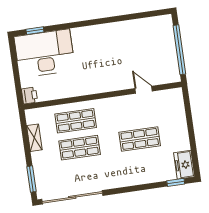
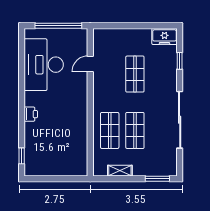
desk: (45, 53) -> (44, 65), moved
printer: (29, 95) -> (31, 114), moved, turned 90
window: (176, 182) -> (180, 61), moved
sliding door: (72, 197) -> (180, 120), moved

